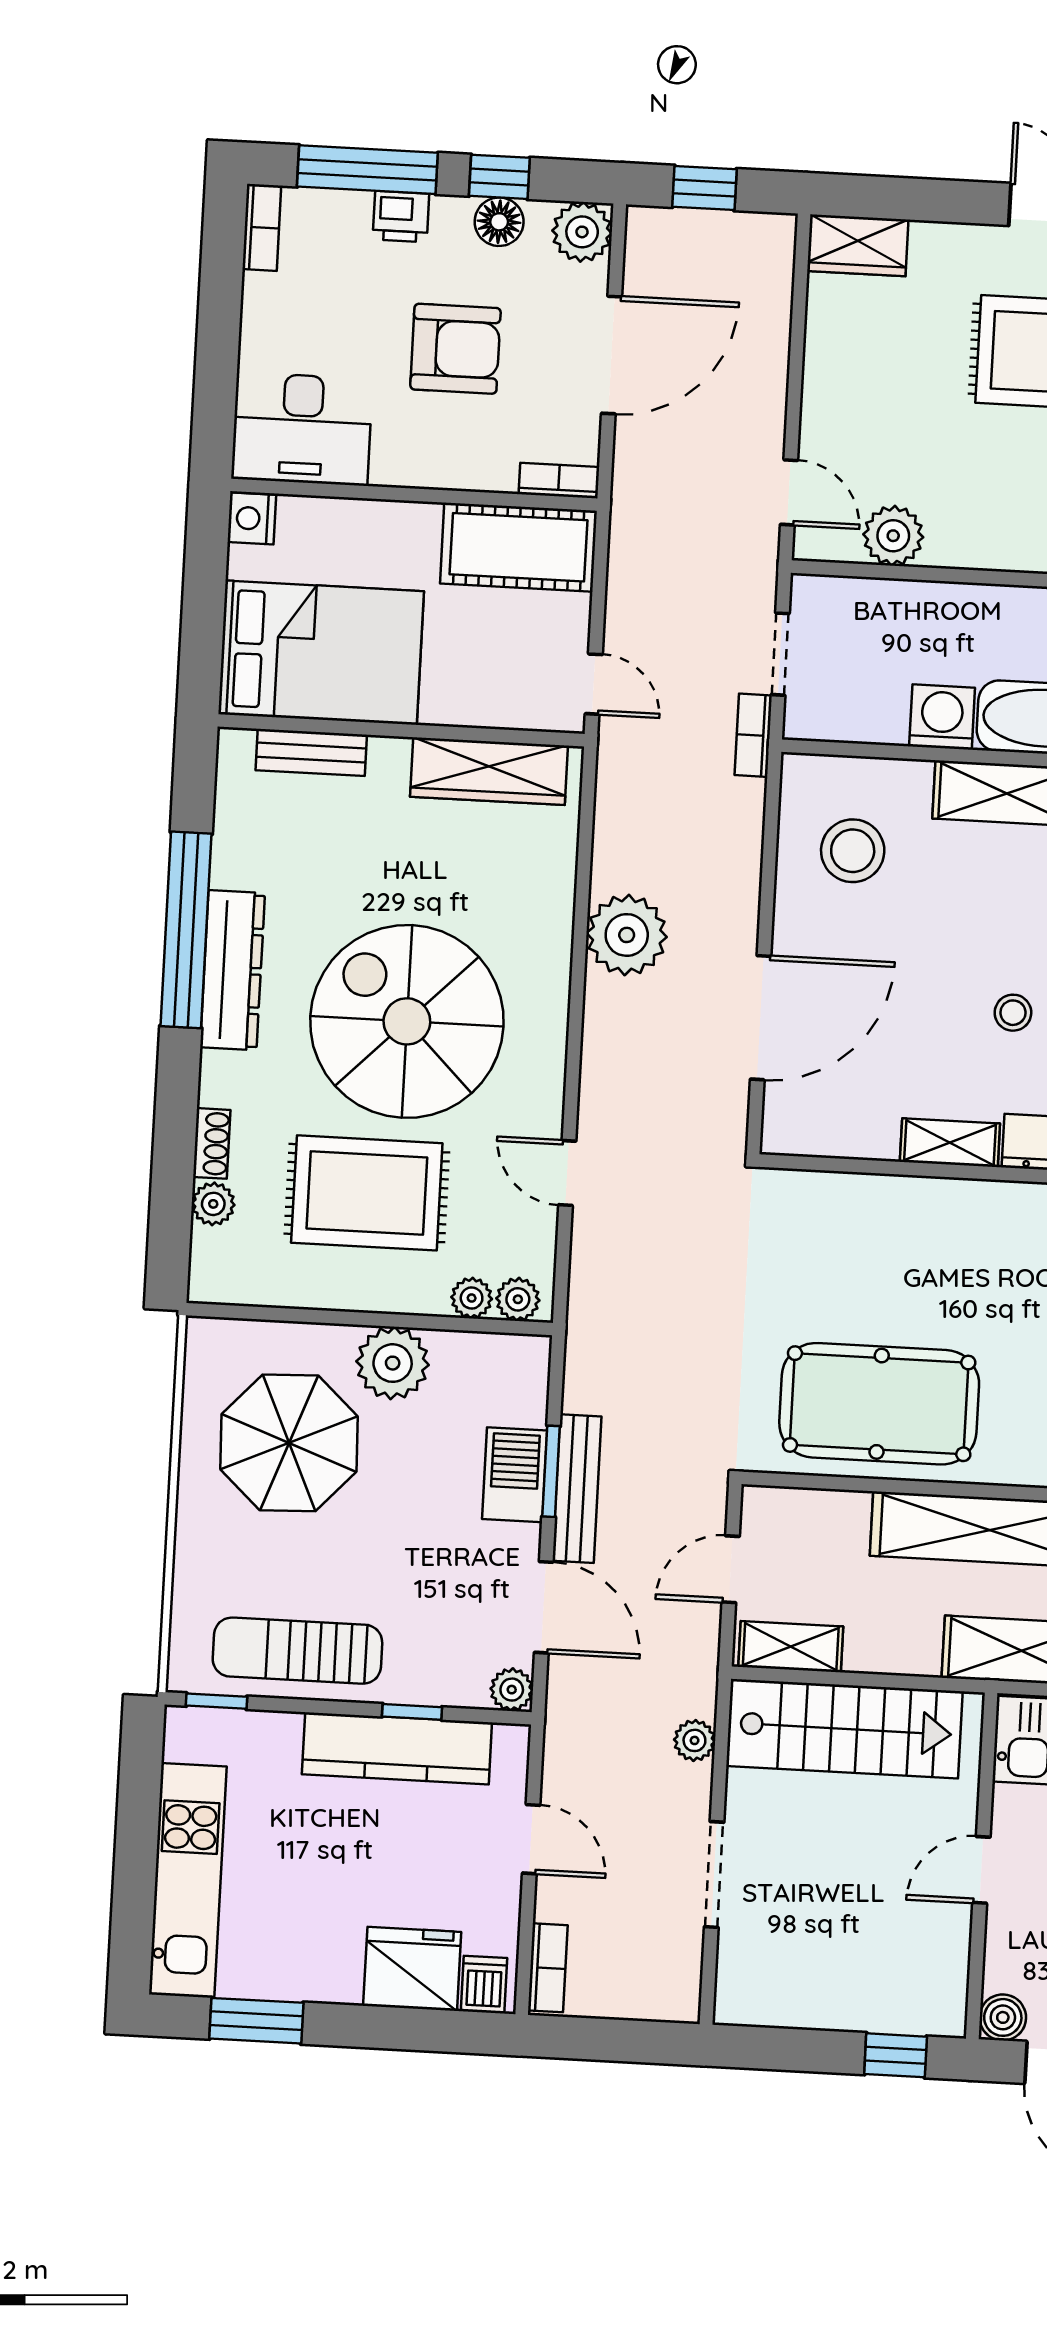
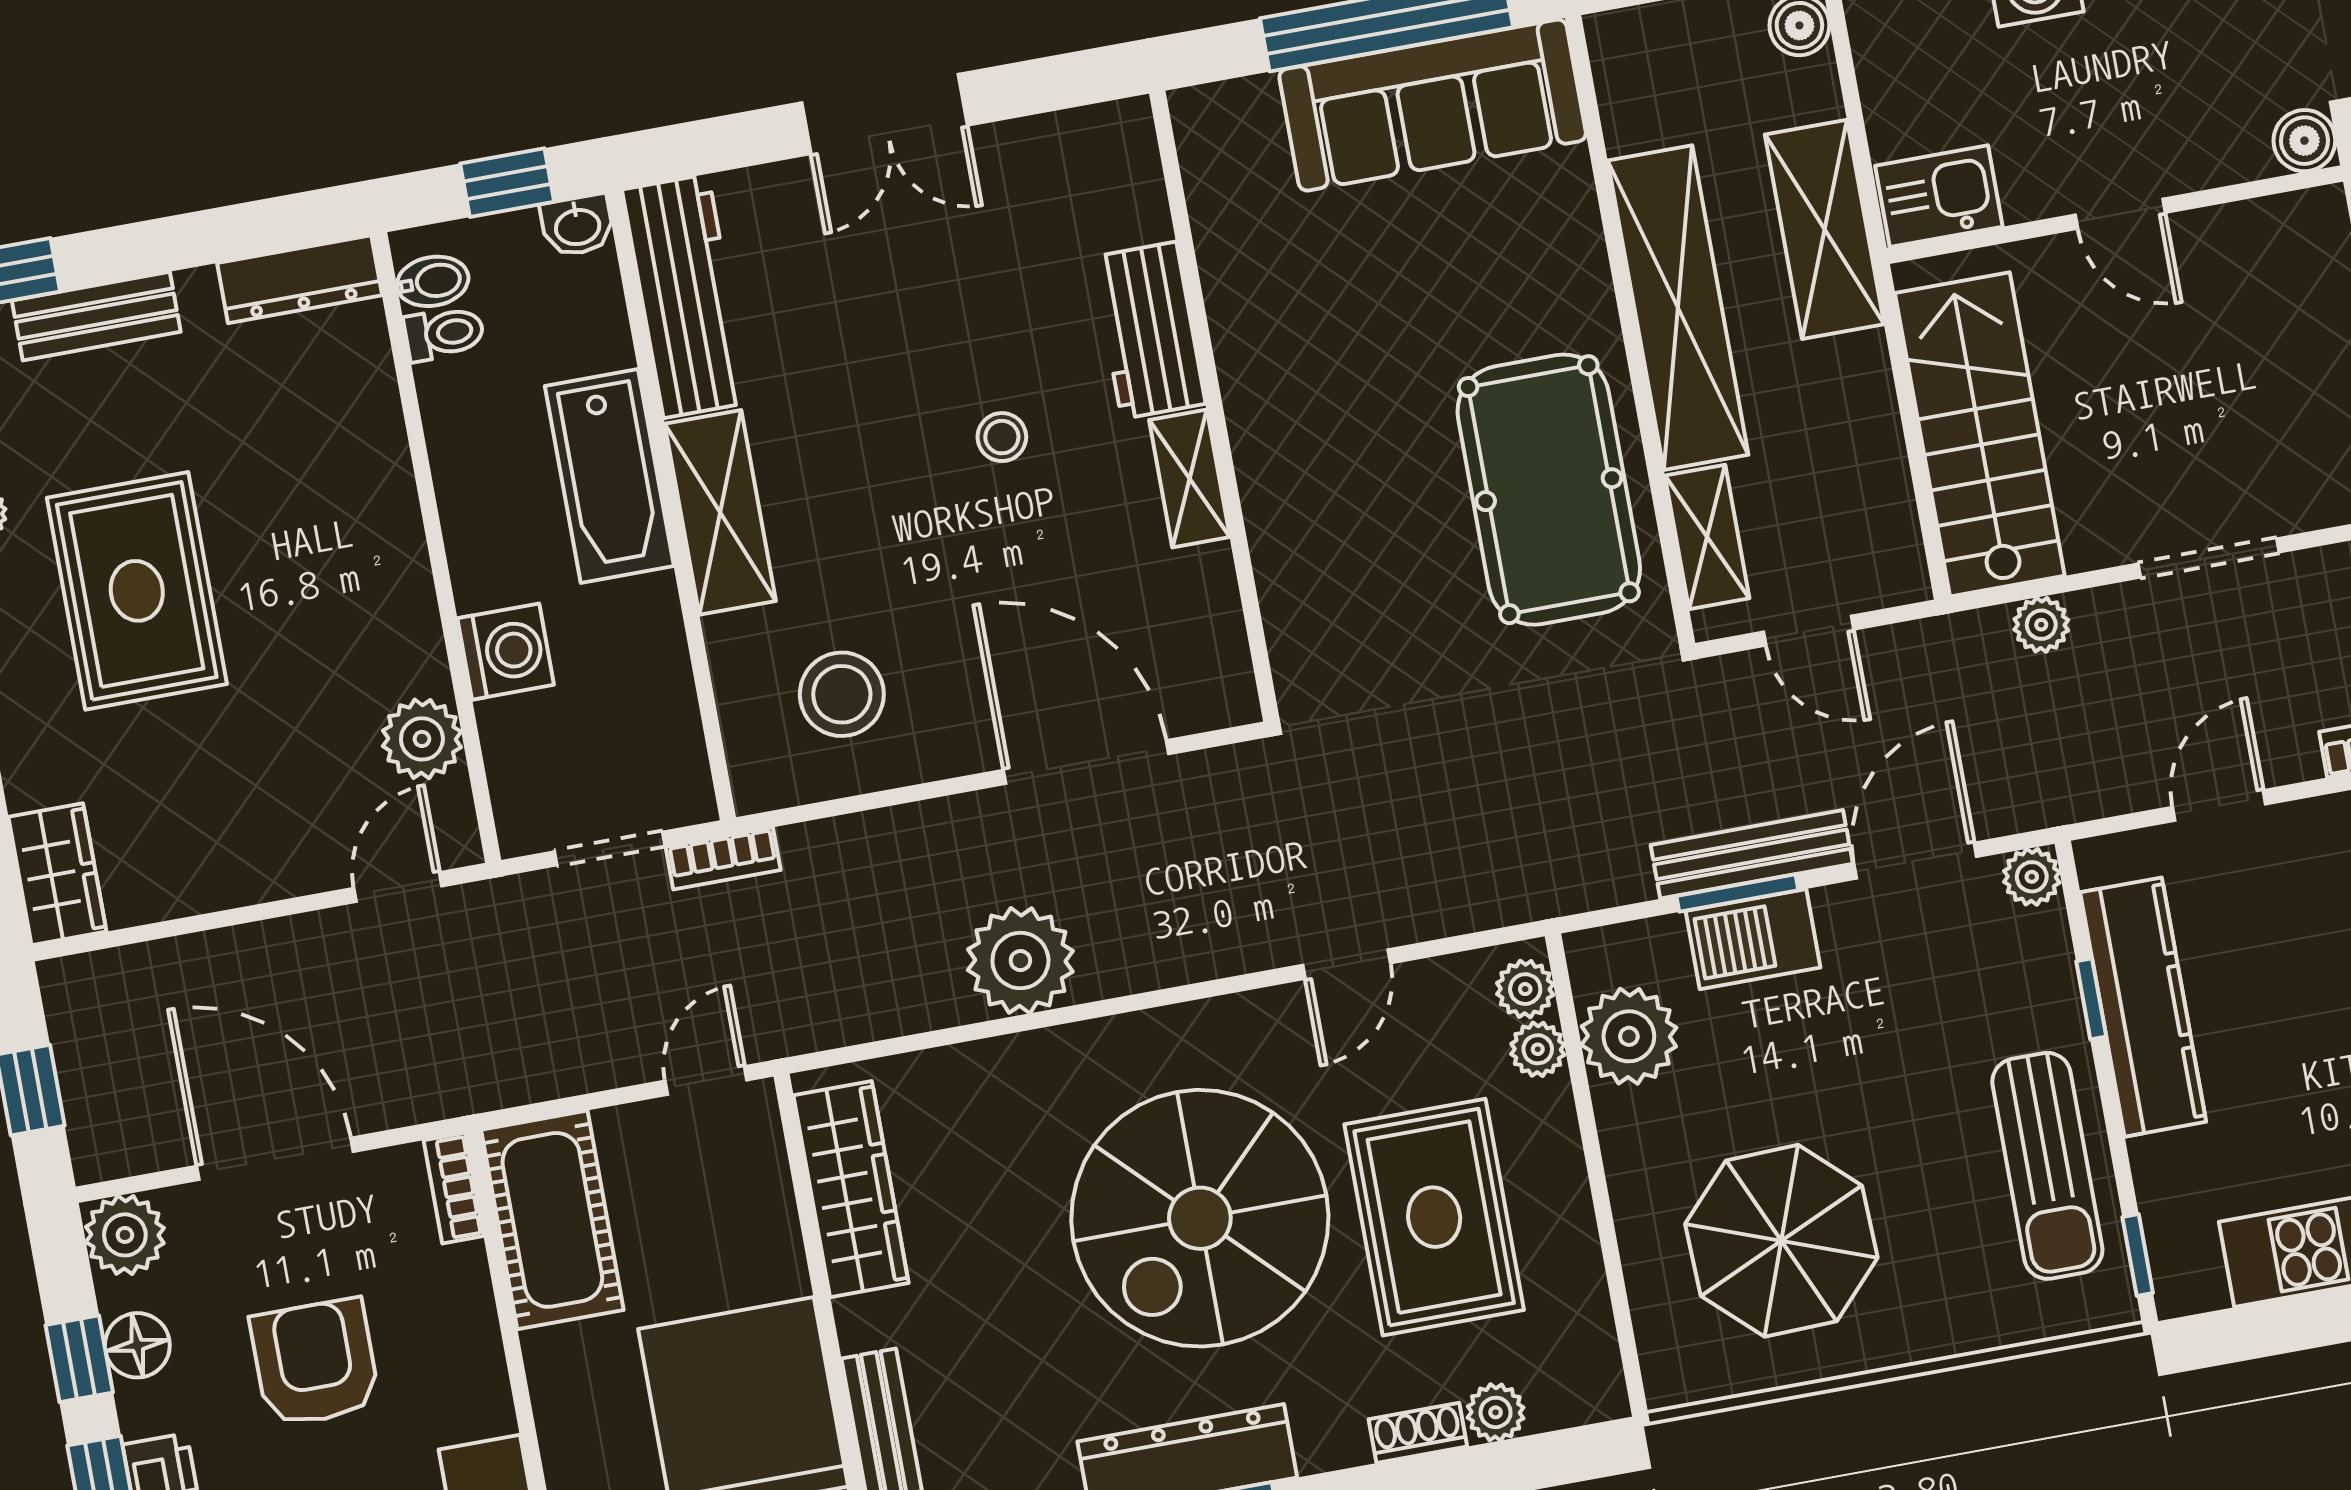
washing machine: (942, 717) -> (506, 652), moved, turned 180
plant: (393, 1363) -> (1629, 1036), moved
shelving: (791, 1647) -> (1707, 537), moved

